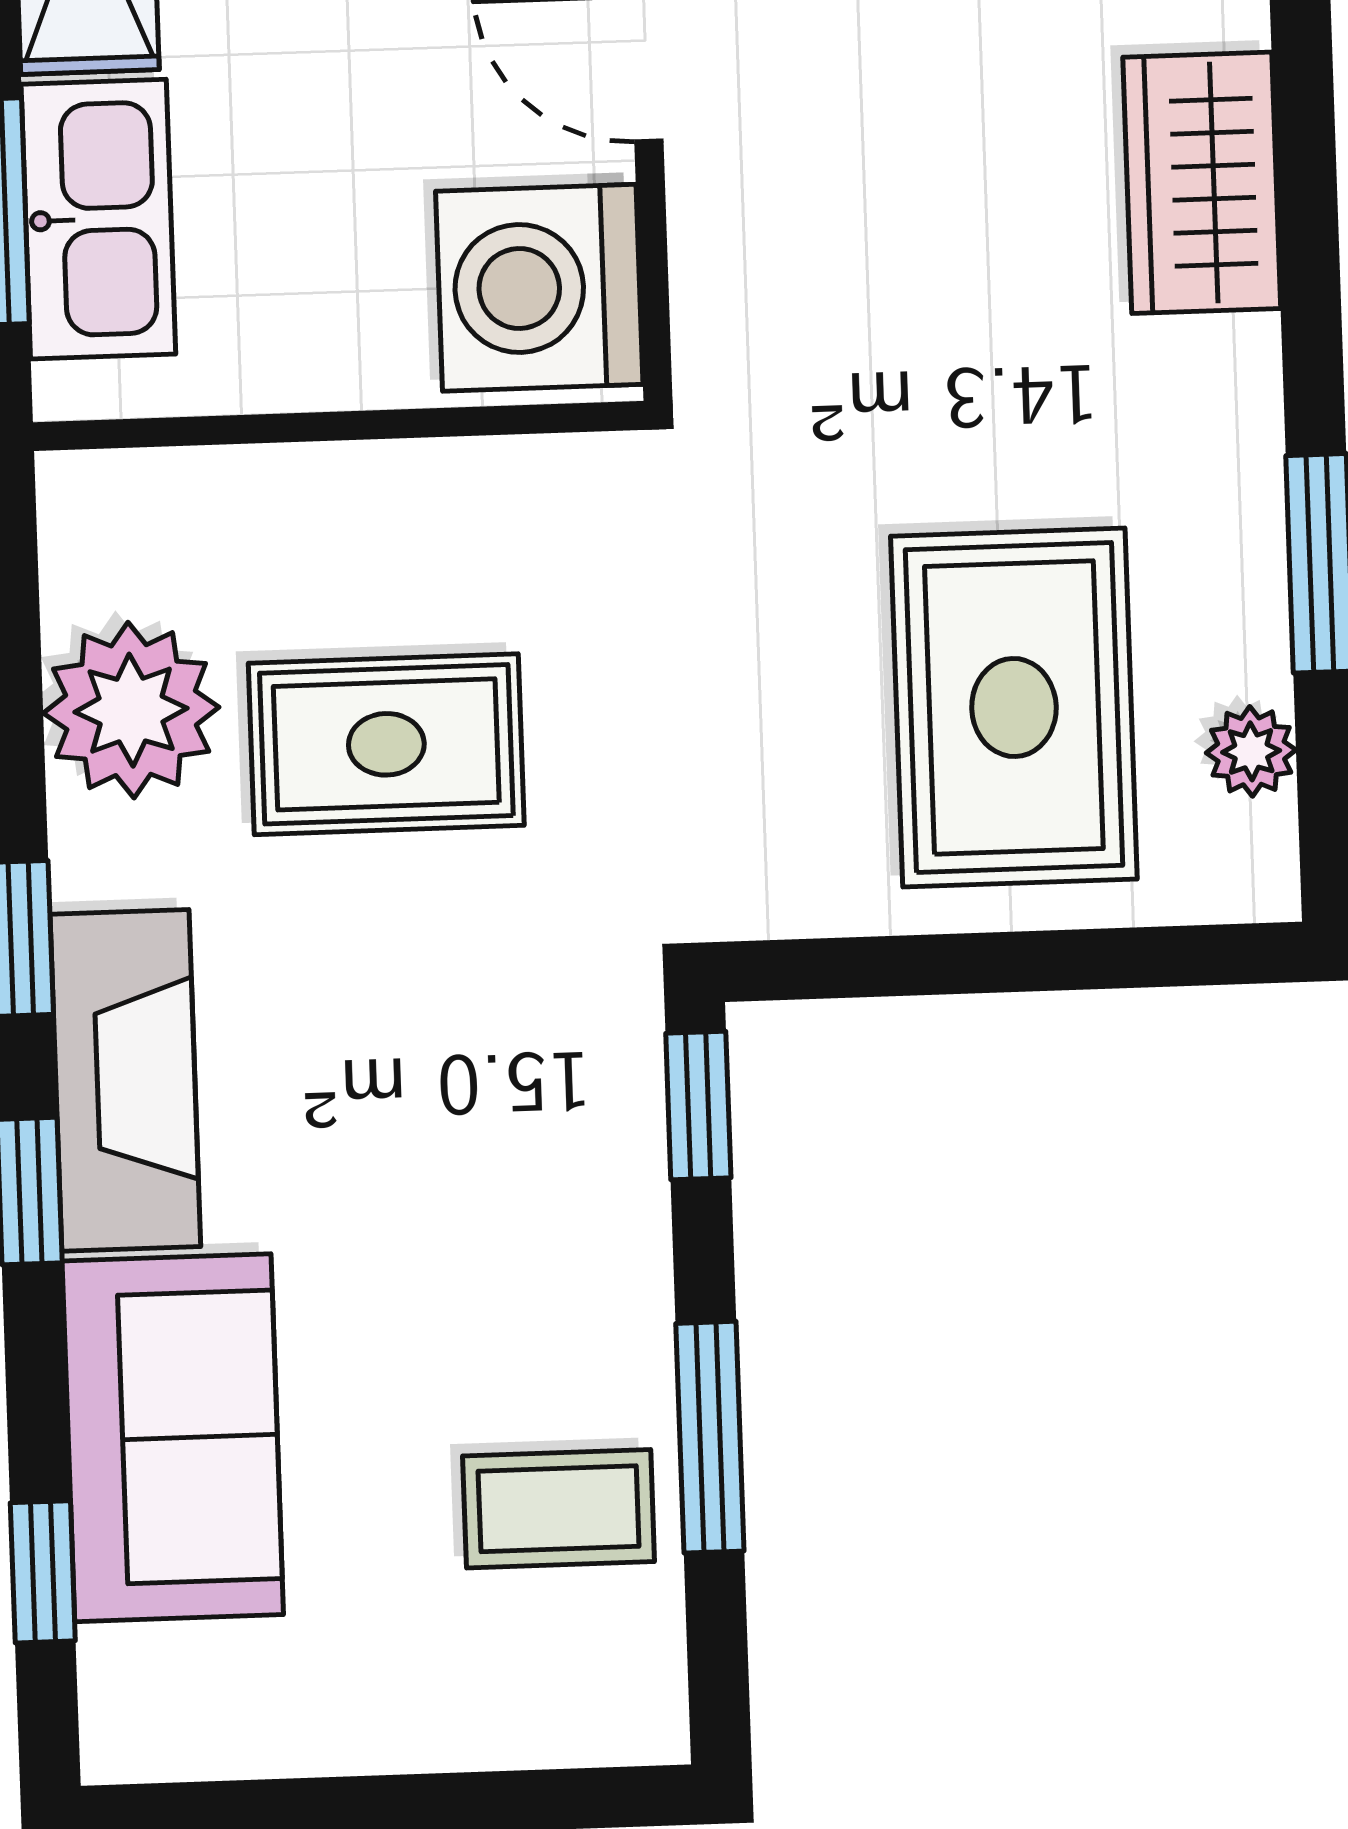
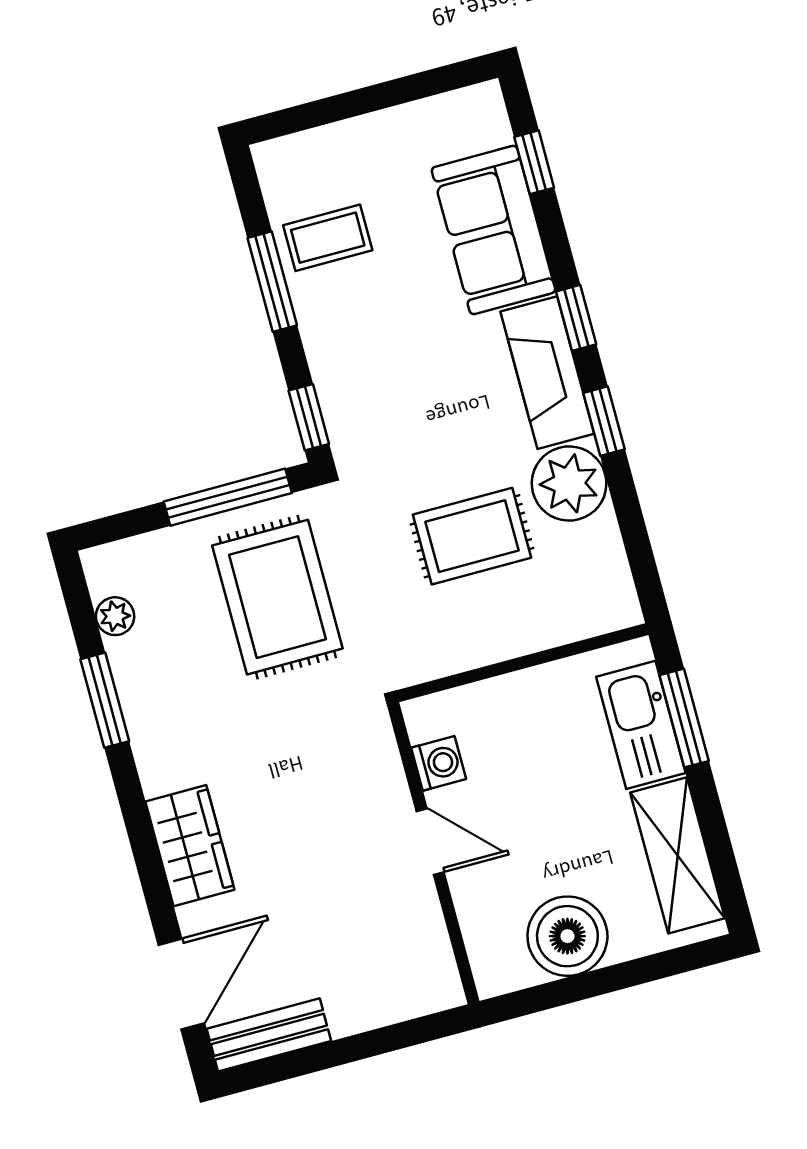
washing machine: (539, 288) -> (439, 763), width x0.53, depth x0.53
rug: (1014, 708) -> (277, 597), moved
plant: (131, 710) -> (569, 484), moved
window: (928, 965) -> (228, 497), added

